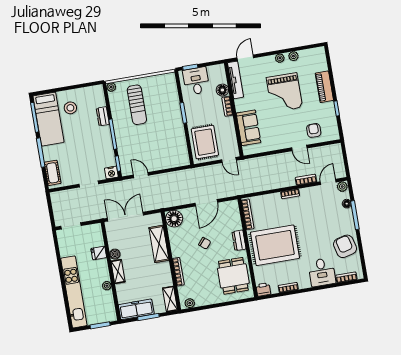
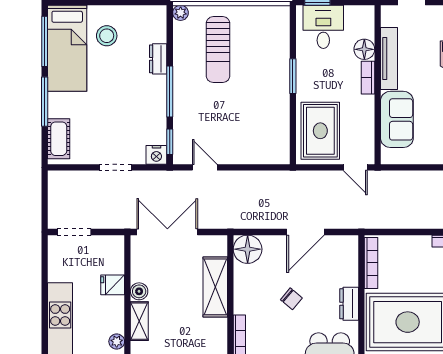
tv unit: (236, 80) -> (389, 58), moved

